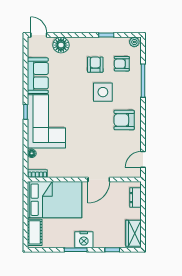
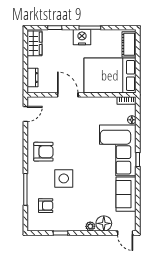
plant: (134, 42) -> (90, 226), moved
armchair: (95, 65) -> (71, 205), removed
door: (99, 179) -> (68, 95), hinge flipped

